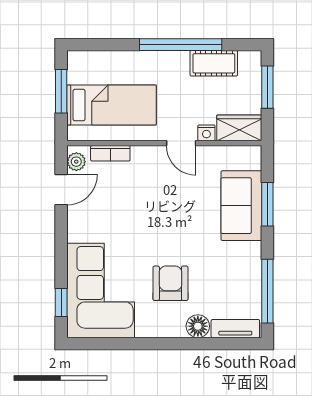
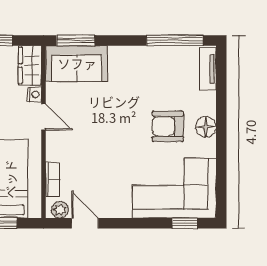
door: (181, 143) -> (44, 117), hinge flipped
window: (267, 204) -> (76, 40), moved
sofa: (241, 206) -> (77, 63), moved
floor lamp: (198, 326) -> (206, 127), moved

